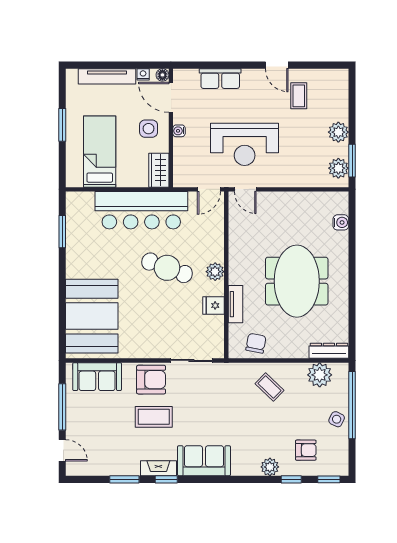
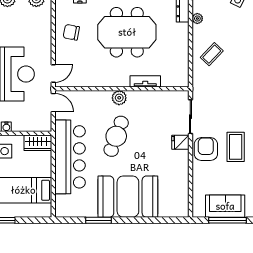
window: (62, 232) -> (99, 220), moved
fridge: (213, 305) -> (180, 142), moved, turned 90
booth: (92, 316) -> (128, 197), moved
chair: (256, 343) -> (71, 32), moved
plant: (320, 375) -> (197, 18), width x0.53, depth x0.53
sofa: (97, 377) -> (225, 206), moved, turned -90

